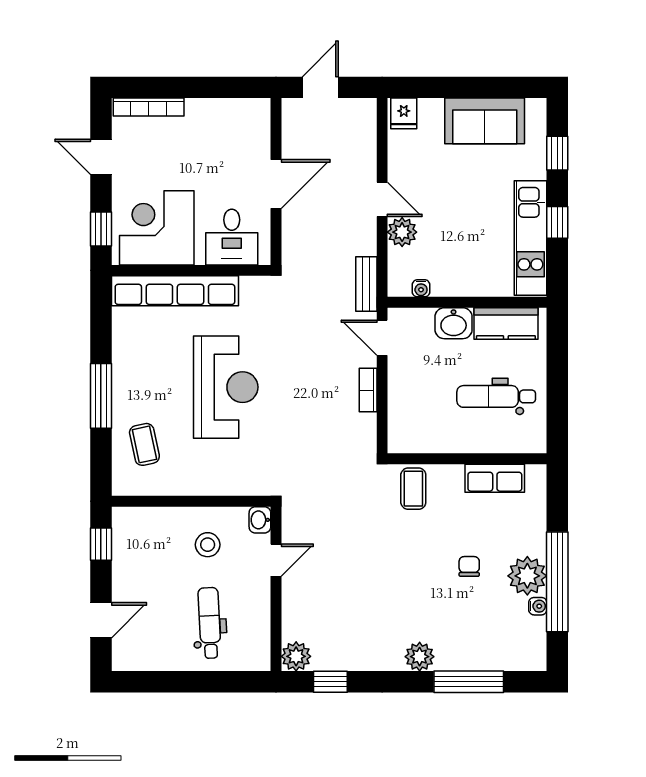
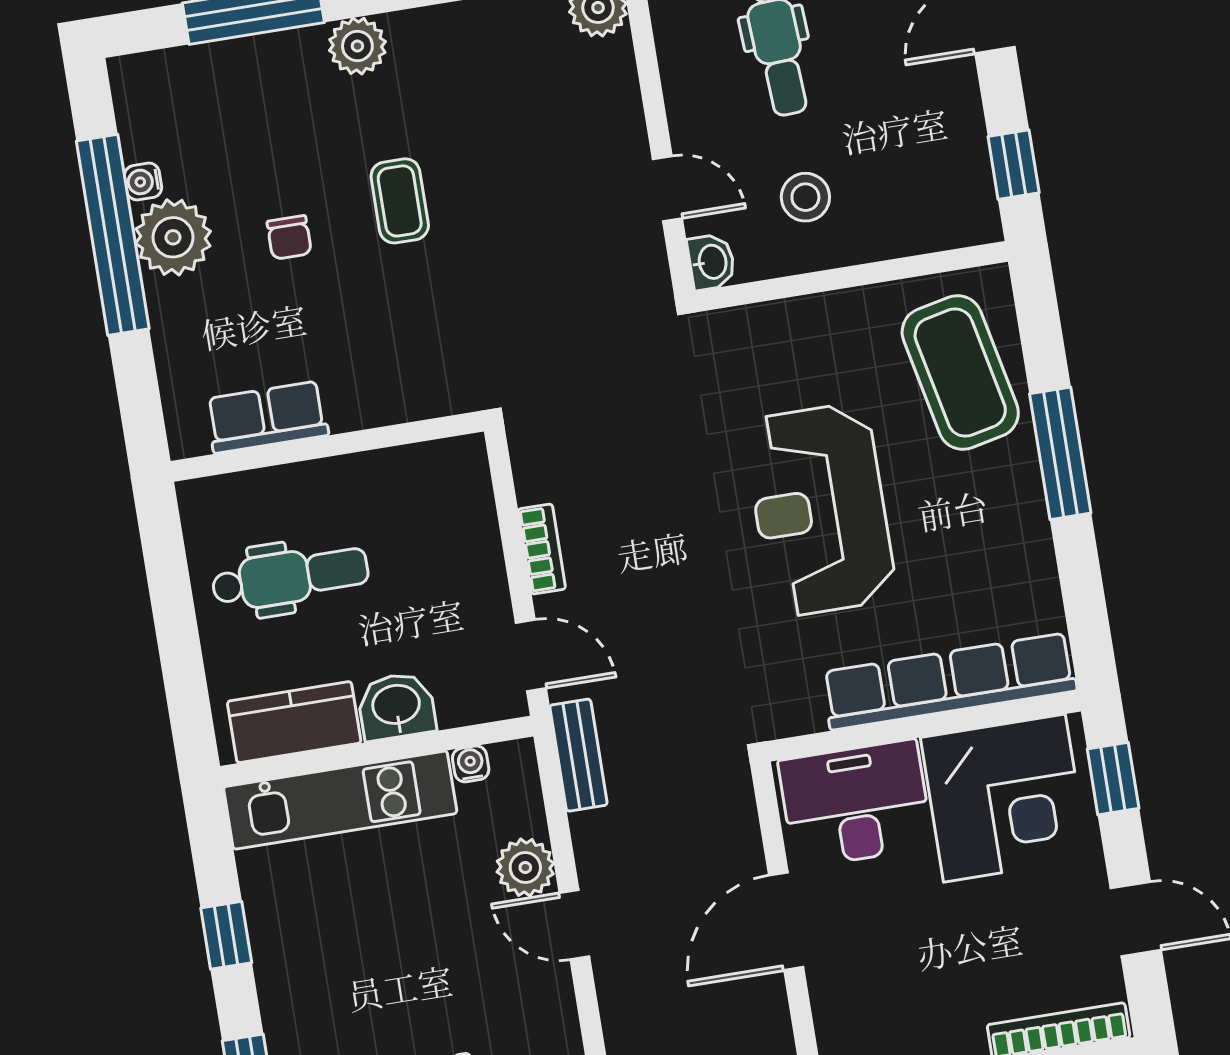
desk: (232, 237) -> (856, 804), width x1.37
kitchen unit: (530, 238) -> (340, 800), moved, turned 90
coffee table: (144, 444) -> (960, 373), width x1.86, depth x1.72
coffee table: (413, 489) -> (400, 201), moved
door: (276, 560) -> (667, 189), swing flipped

